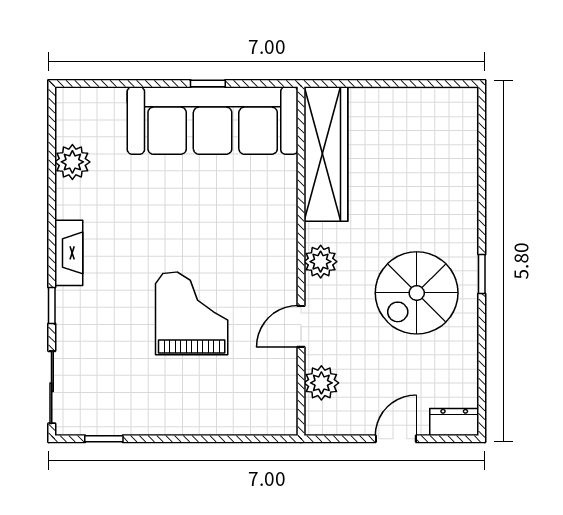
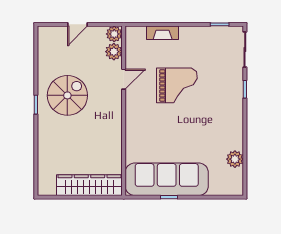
wardrobe: (326, 154) -> (89, 185), moved, turned 90
fireplace: (69, 253) -> (163, 33), moved, turned -90
plant: (321, 262) -> (114, 34), moved
grand piano: (192, 313) -> (177, 85), turned -90
dresser: (454, 422) -> (49, 33), removed

